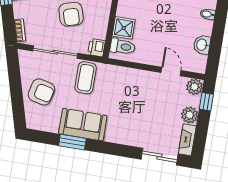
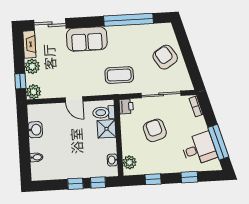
door: (171, 71) -> (74, 99), moved
coffee table: (86, 78) -> (119, 75), moved, turned 90
armchair: (41, 92) -> (165, 57), turned 44
sofa: (83, 125) -> (87, 39), moved
window: (72, 142) -> (128, 20), width x2.11

